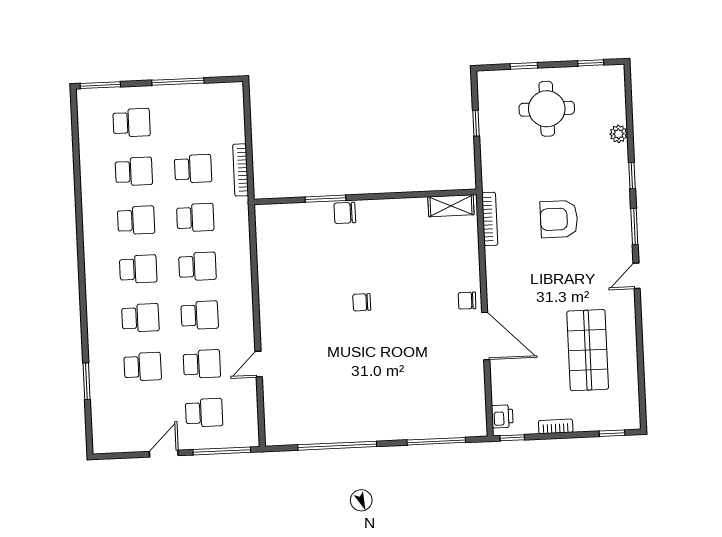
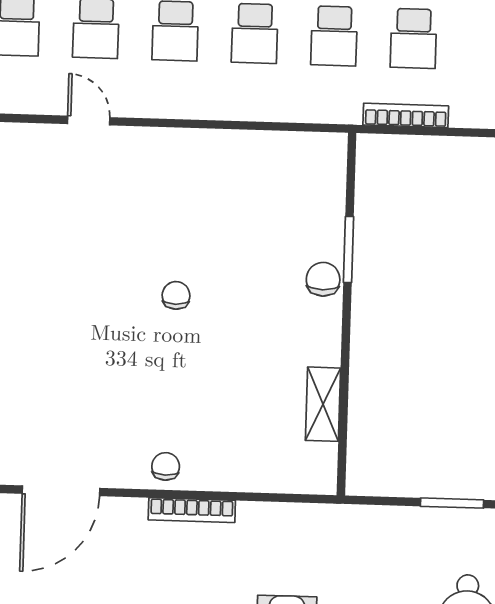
window: (476, 123) -> (452, 503), width x1.50
shelving: (451, 206) -> (323, 404), moved
bookcase: (490, 219) -> (192, 510), moved
door: (486, 336) -> (61, 491), moved

